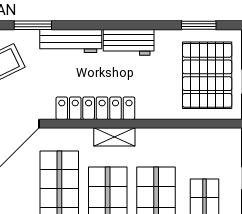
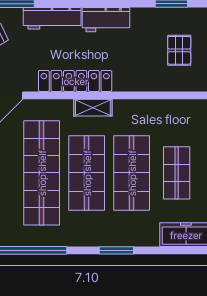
pallet: (207, 75) -> (179, 50), width x0.49, depth x0.50

